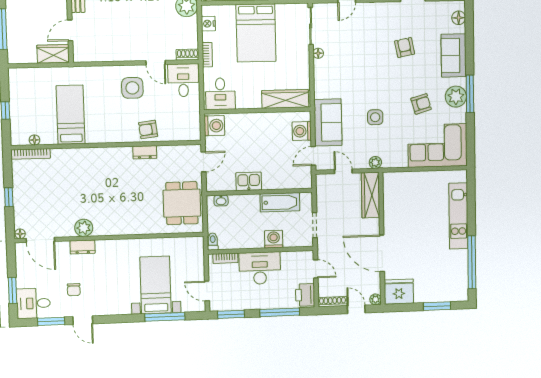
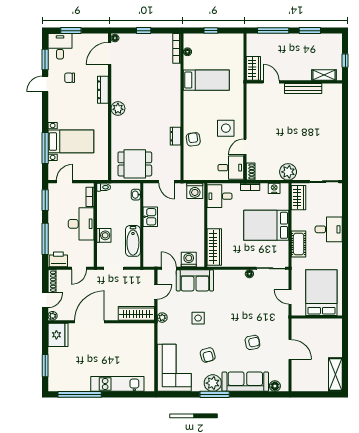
sofa: (454, 55) -> (245, 382), width x1.36
plant: (84, 228) -> (118, 108), moved
dresser: (83, 247) -> (103, 90), width x1.44

